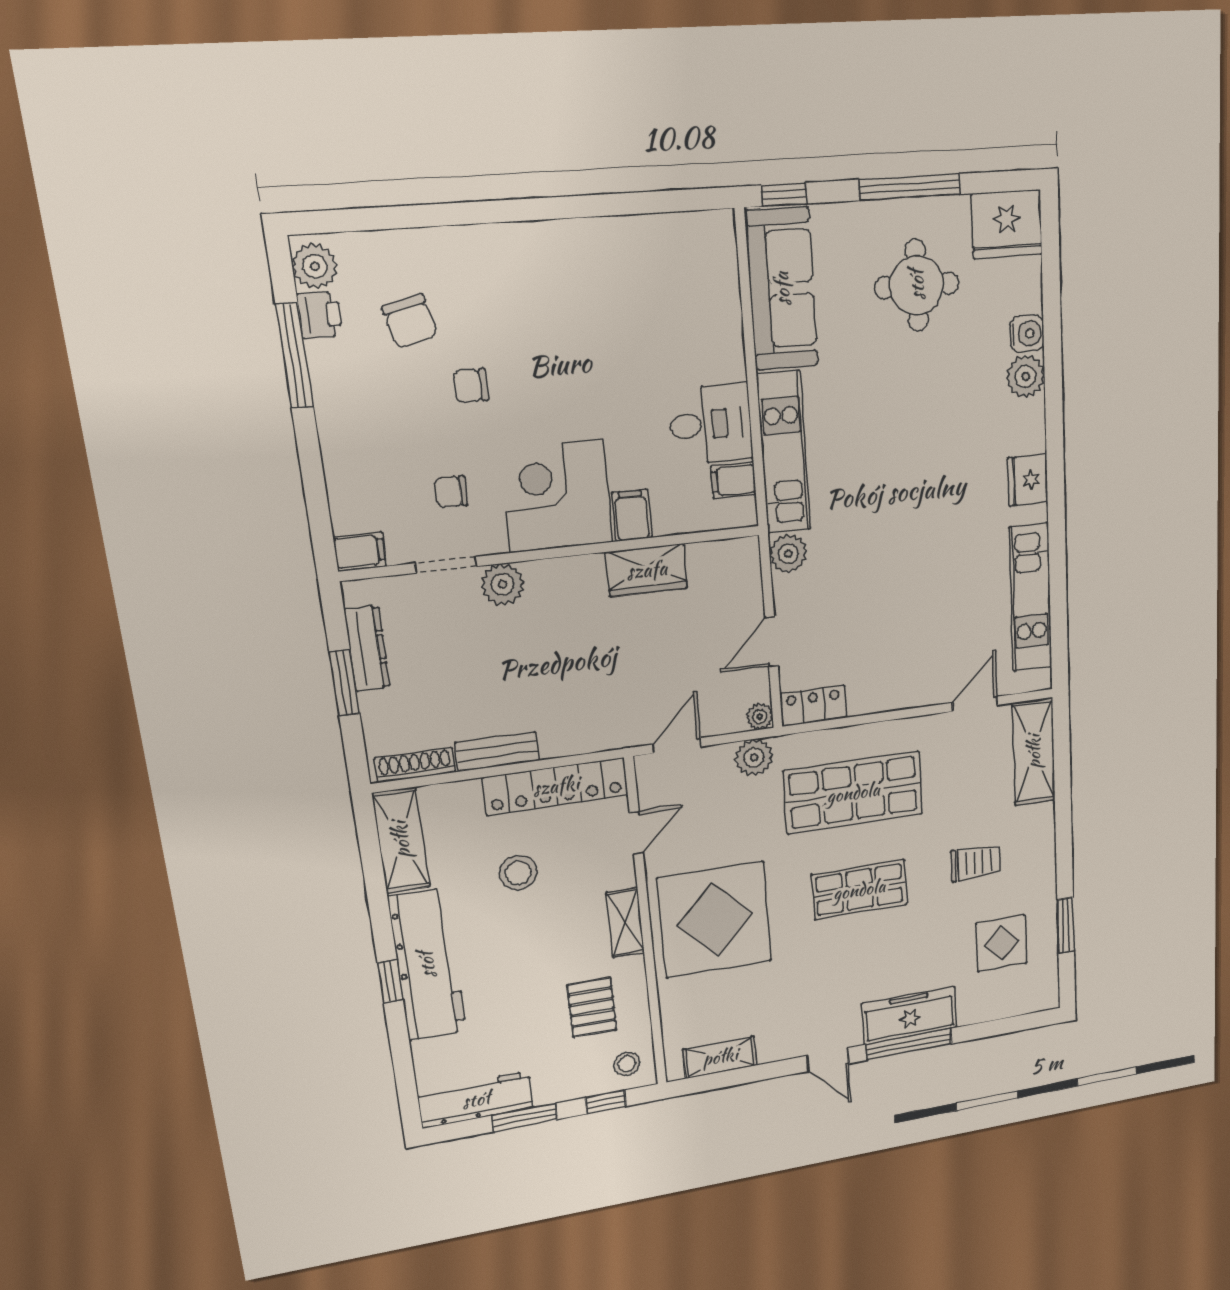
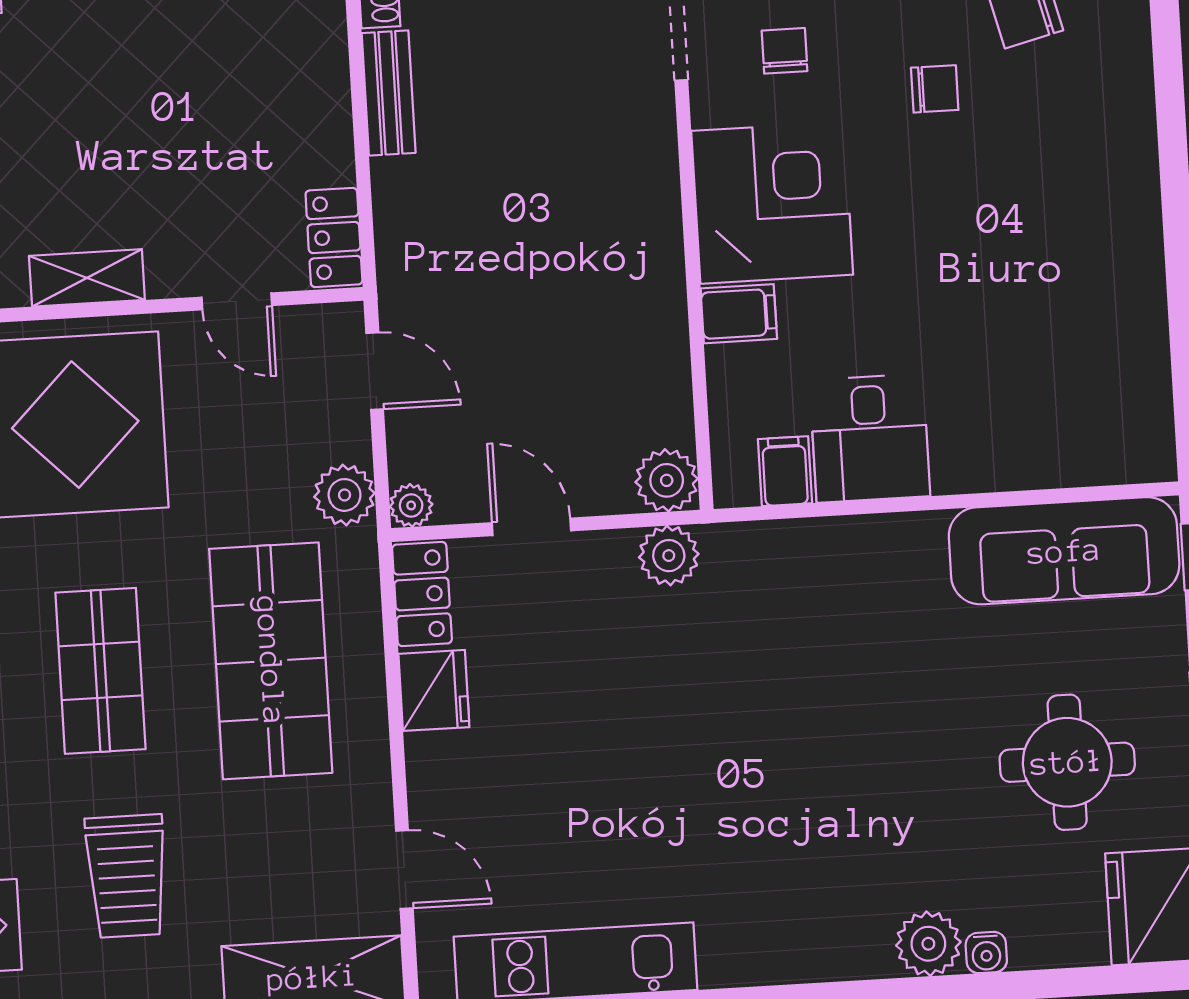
water cooler: (1027, 334) -> (986, 953), width x0.72, depth x0.72
chair: (471, 386) -> (935, 89), turned 90
kitchen unit: (784, 452) -> (824, 550), removed
fridge: (1028, 480) -> (434, 690), moved, turned 90
wardrobe: (647, 570) -> (655, 333), removed
plant: (503, 584) -> (667, 480), moved
locker: (556, 786) -> (334, 237), width x0.46, depth x0.83
trolley: (975, 863) -> (127, 876), width x1.36, depth x1.39
stool: (518, 873) -> (190, 114), removed

